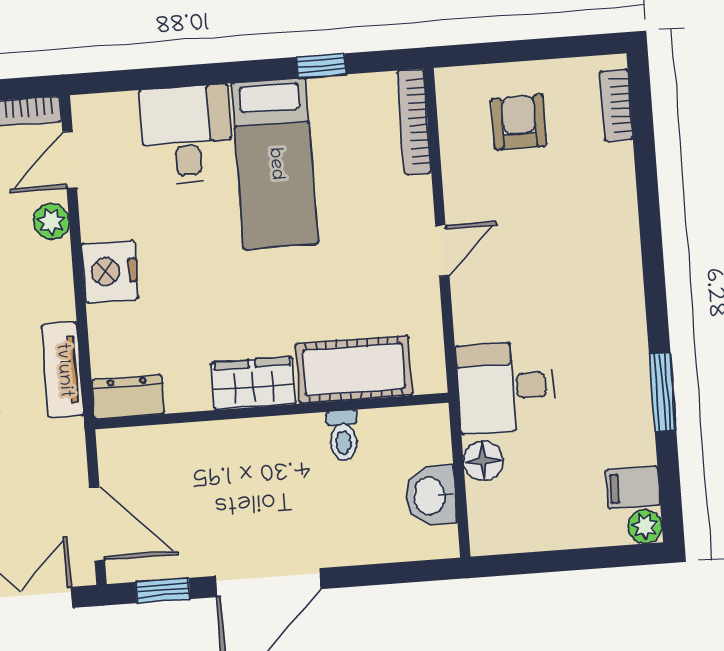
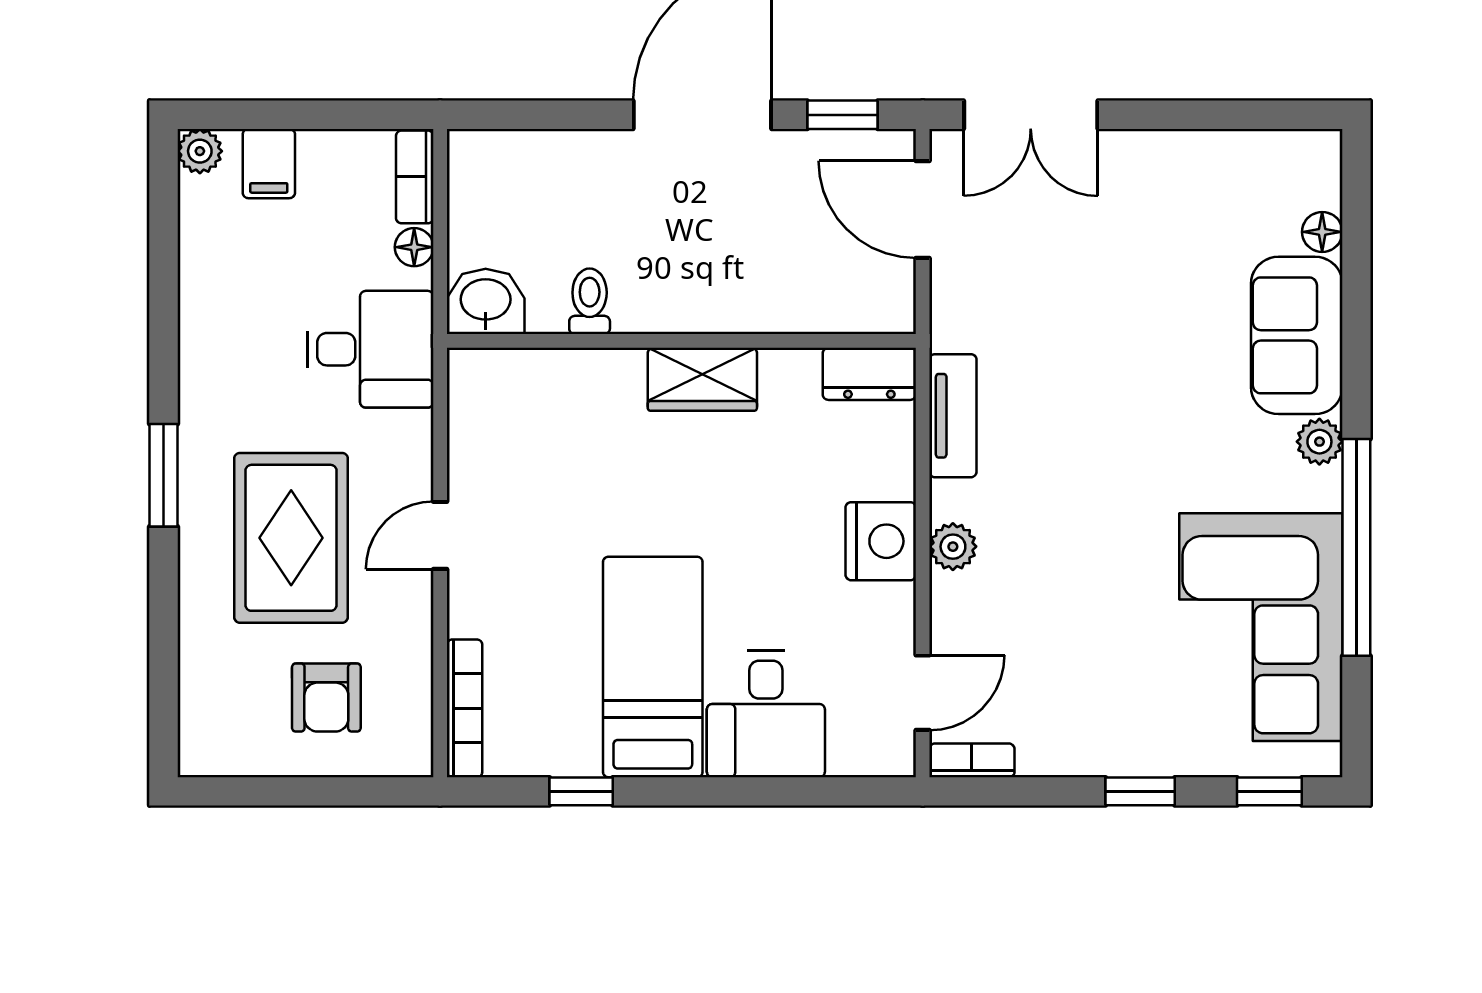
bookcase: (616, 105) -> (415, 177), moved, turned 180
plant: (51, 222) -> (953, 547), moved
rug: (555, 240) -> (291, 538), added
cot: (354, 369) -> (568, 388), removed
window: (663, 392) -> (163, 475), moved
floor lamp: (483, 461) -> (414, 247), width x0.73, depth x0.73
filing cabinet: (633, 488) -> (269, 164), moved, turned 90
washbasin: (431, 496) -> (486, 301), moved, turned -90

